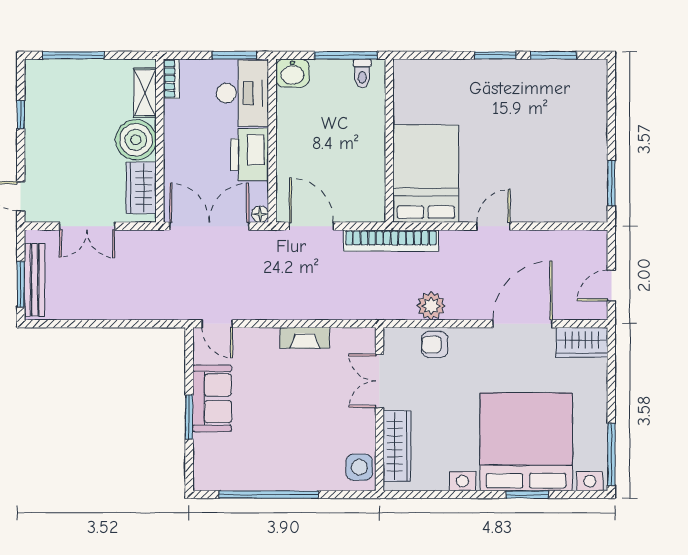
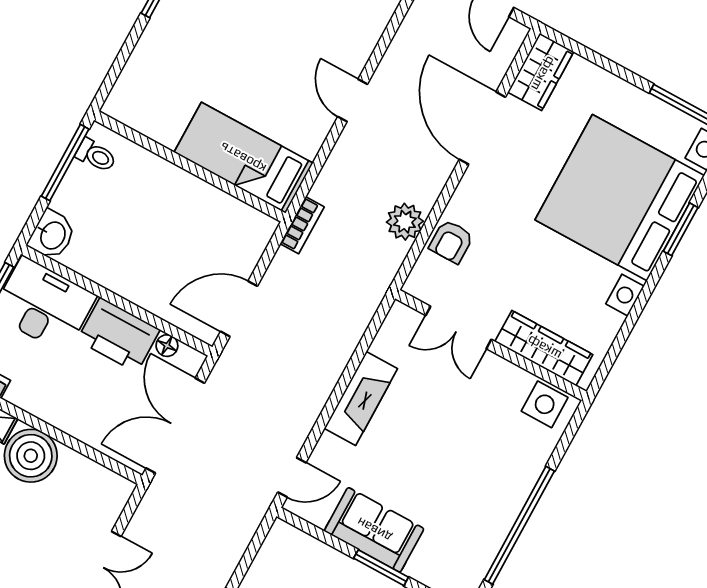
bed: (426, 174) -> (243, 158), width x0.67
wardrobe: (141, 188) -> (89, 480), removed
floor lamp: (260, 214) -> (167, 346), moved
bookcase: (391, 241) -> (302, 225), width x0.43, depth x0.76
fireplace: (305, 338) -> (361, 399), width x1.37, depth x1.32

